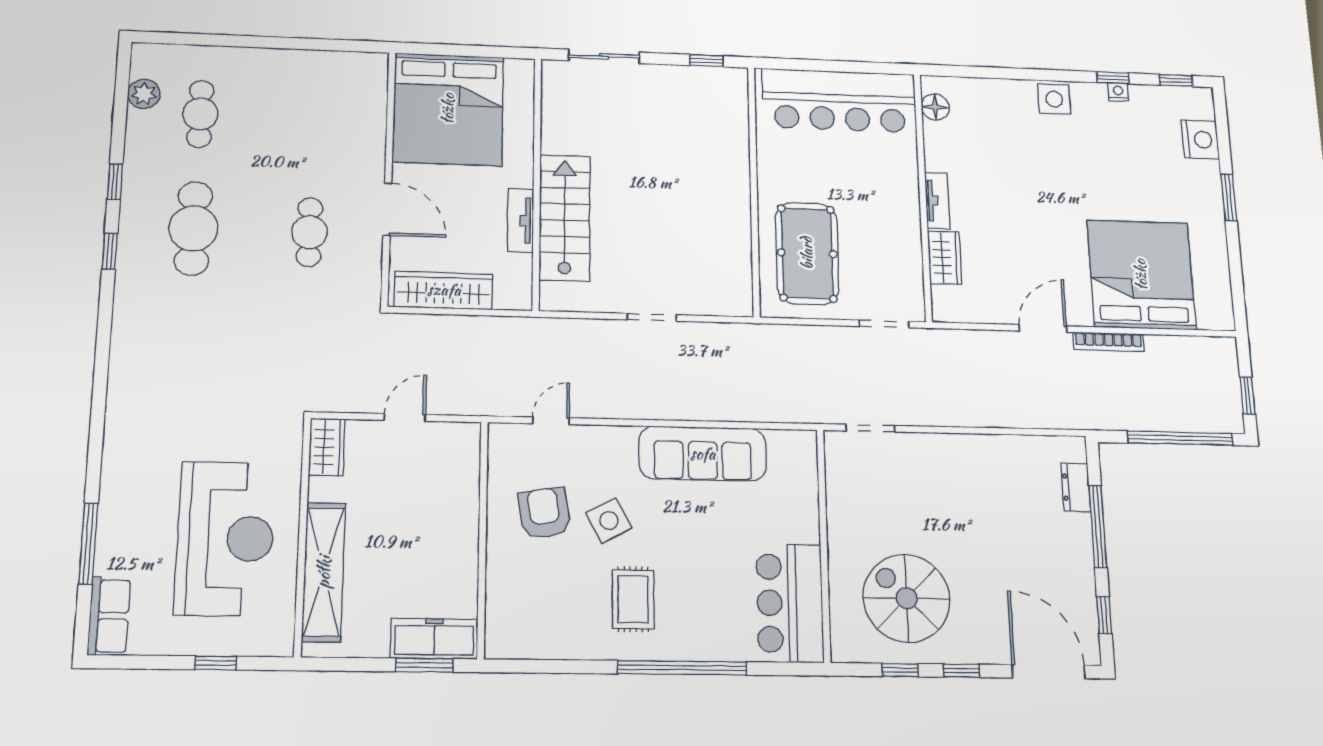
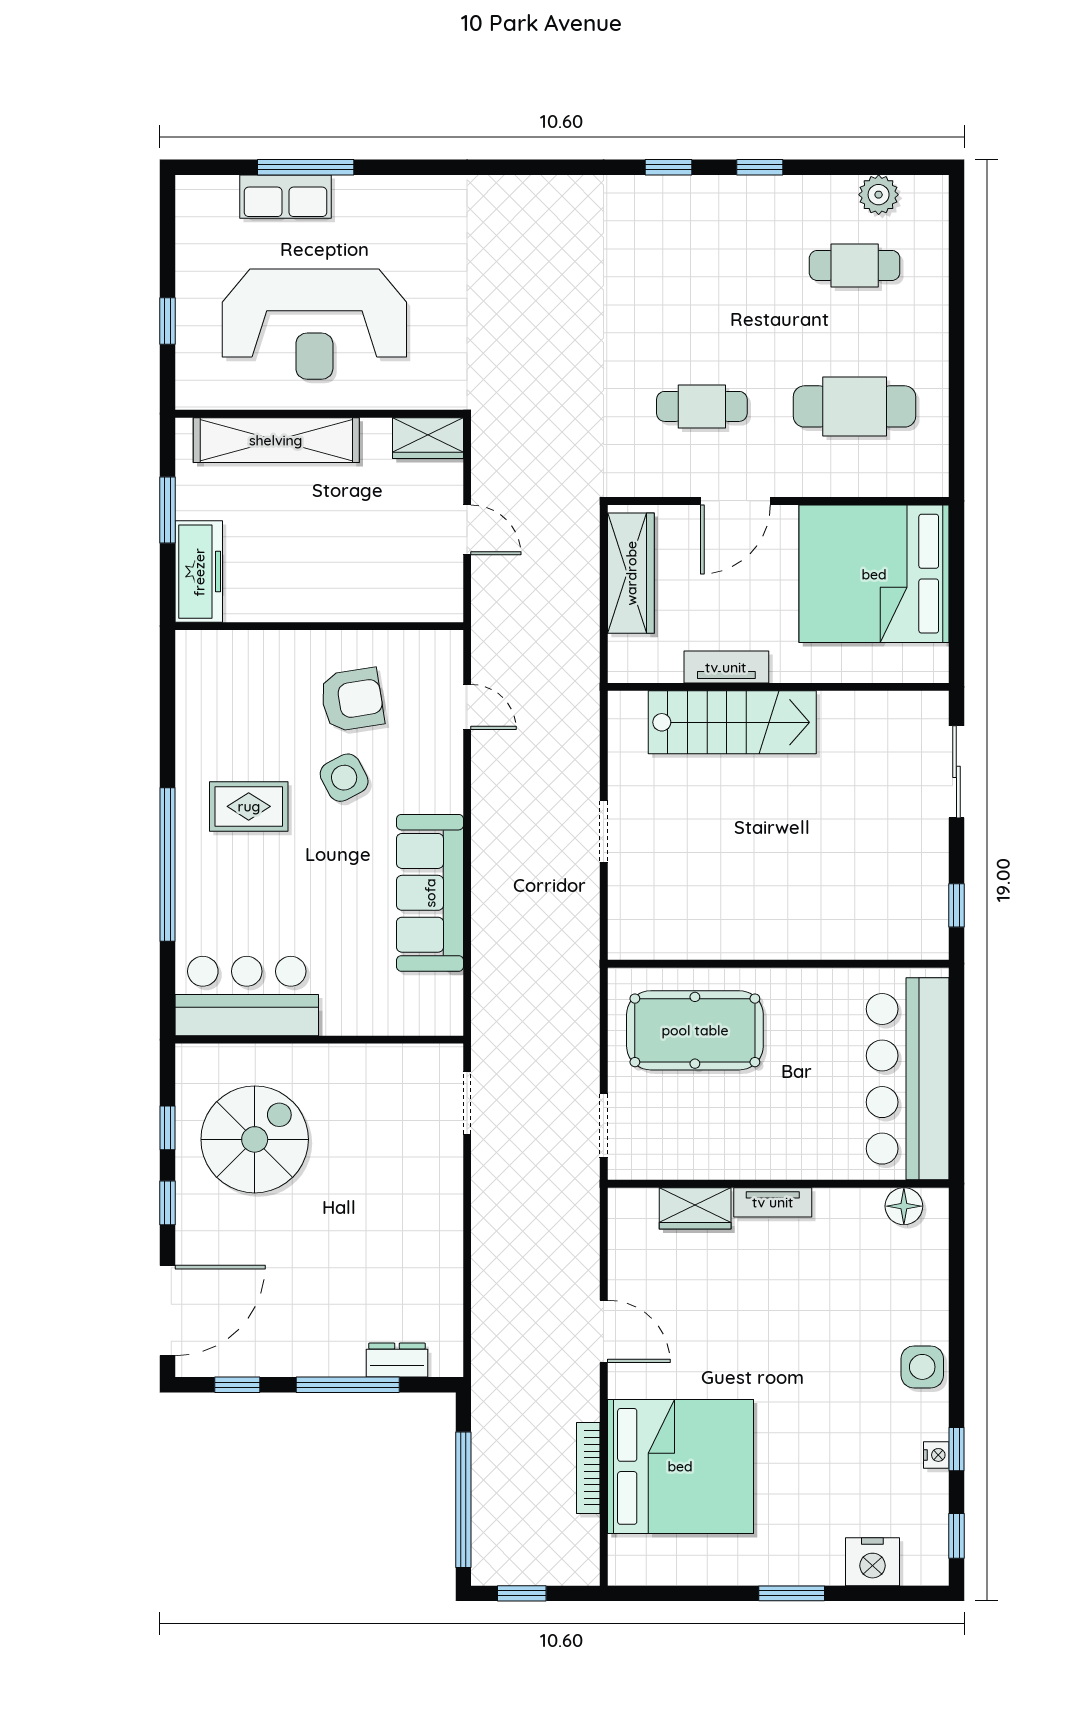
cafe table: (193, 228) -> (855, 406), moved
bookcase: (1109, 342) -> (588, 1468), moved
row of seats: (109, 616) -> (286, 197), moved
window: (425, 665) -> (167, 510), moved

